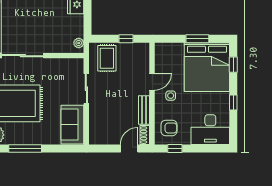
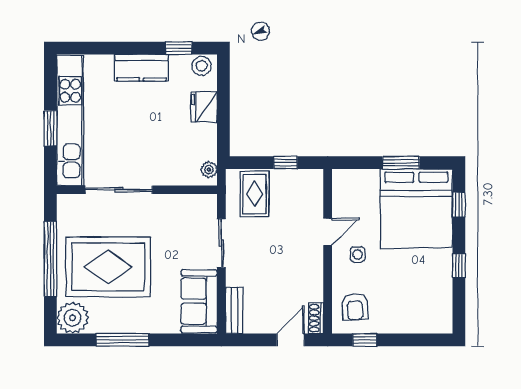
bench: (144, 110) -> (234, 310), moved
armchair: (169, 128) -> (355, 307), turned 86
desk: (210, 130) -> (422, 309), removed

